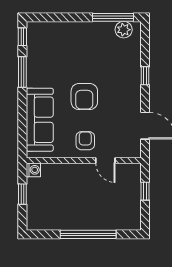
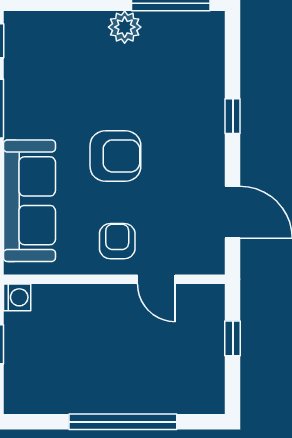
plant: (124, 30) -> (125, 27), moved
armchair: (84, 97) -> (115, 156), turned -90

